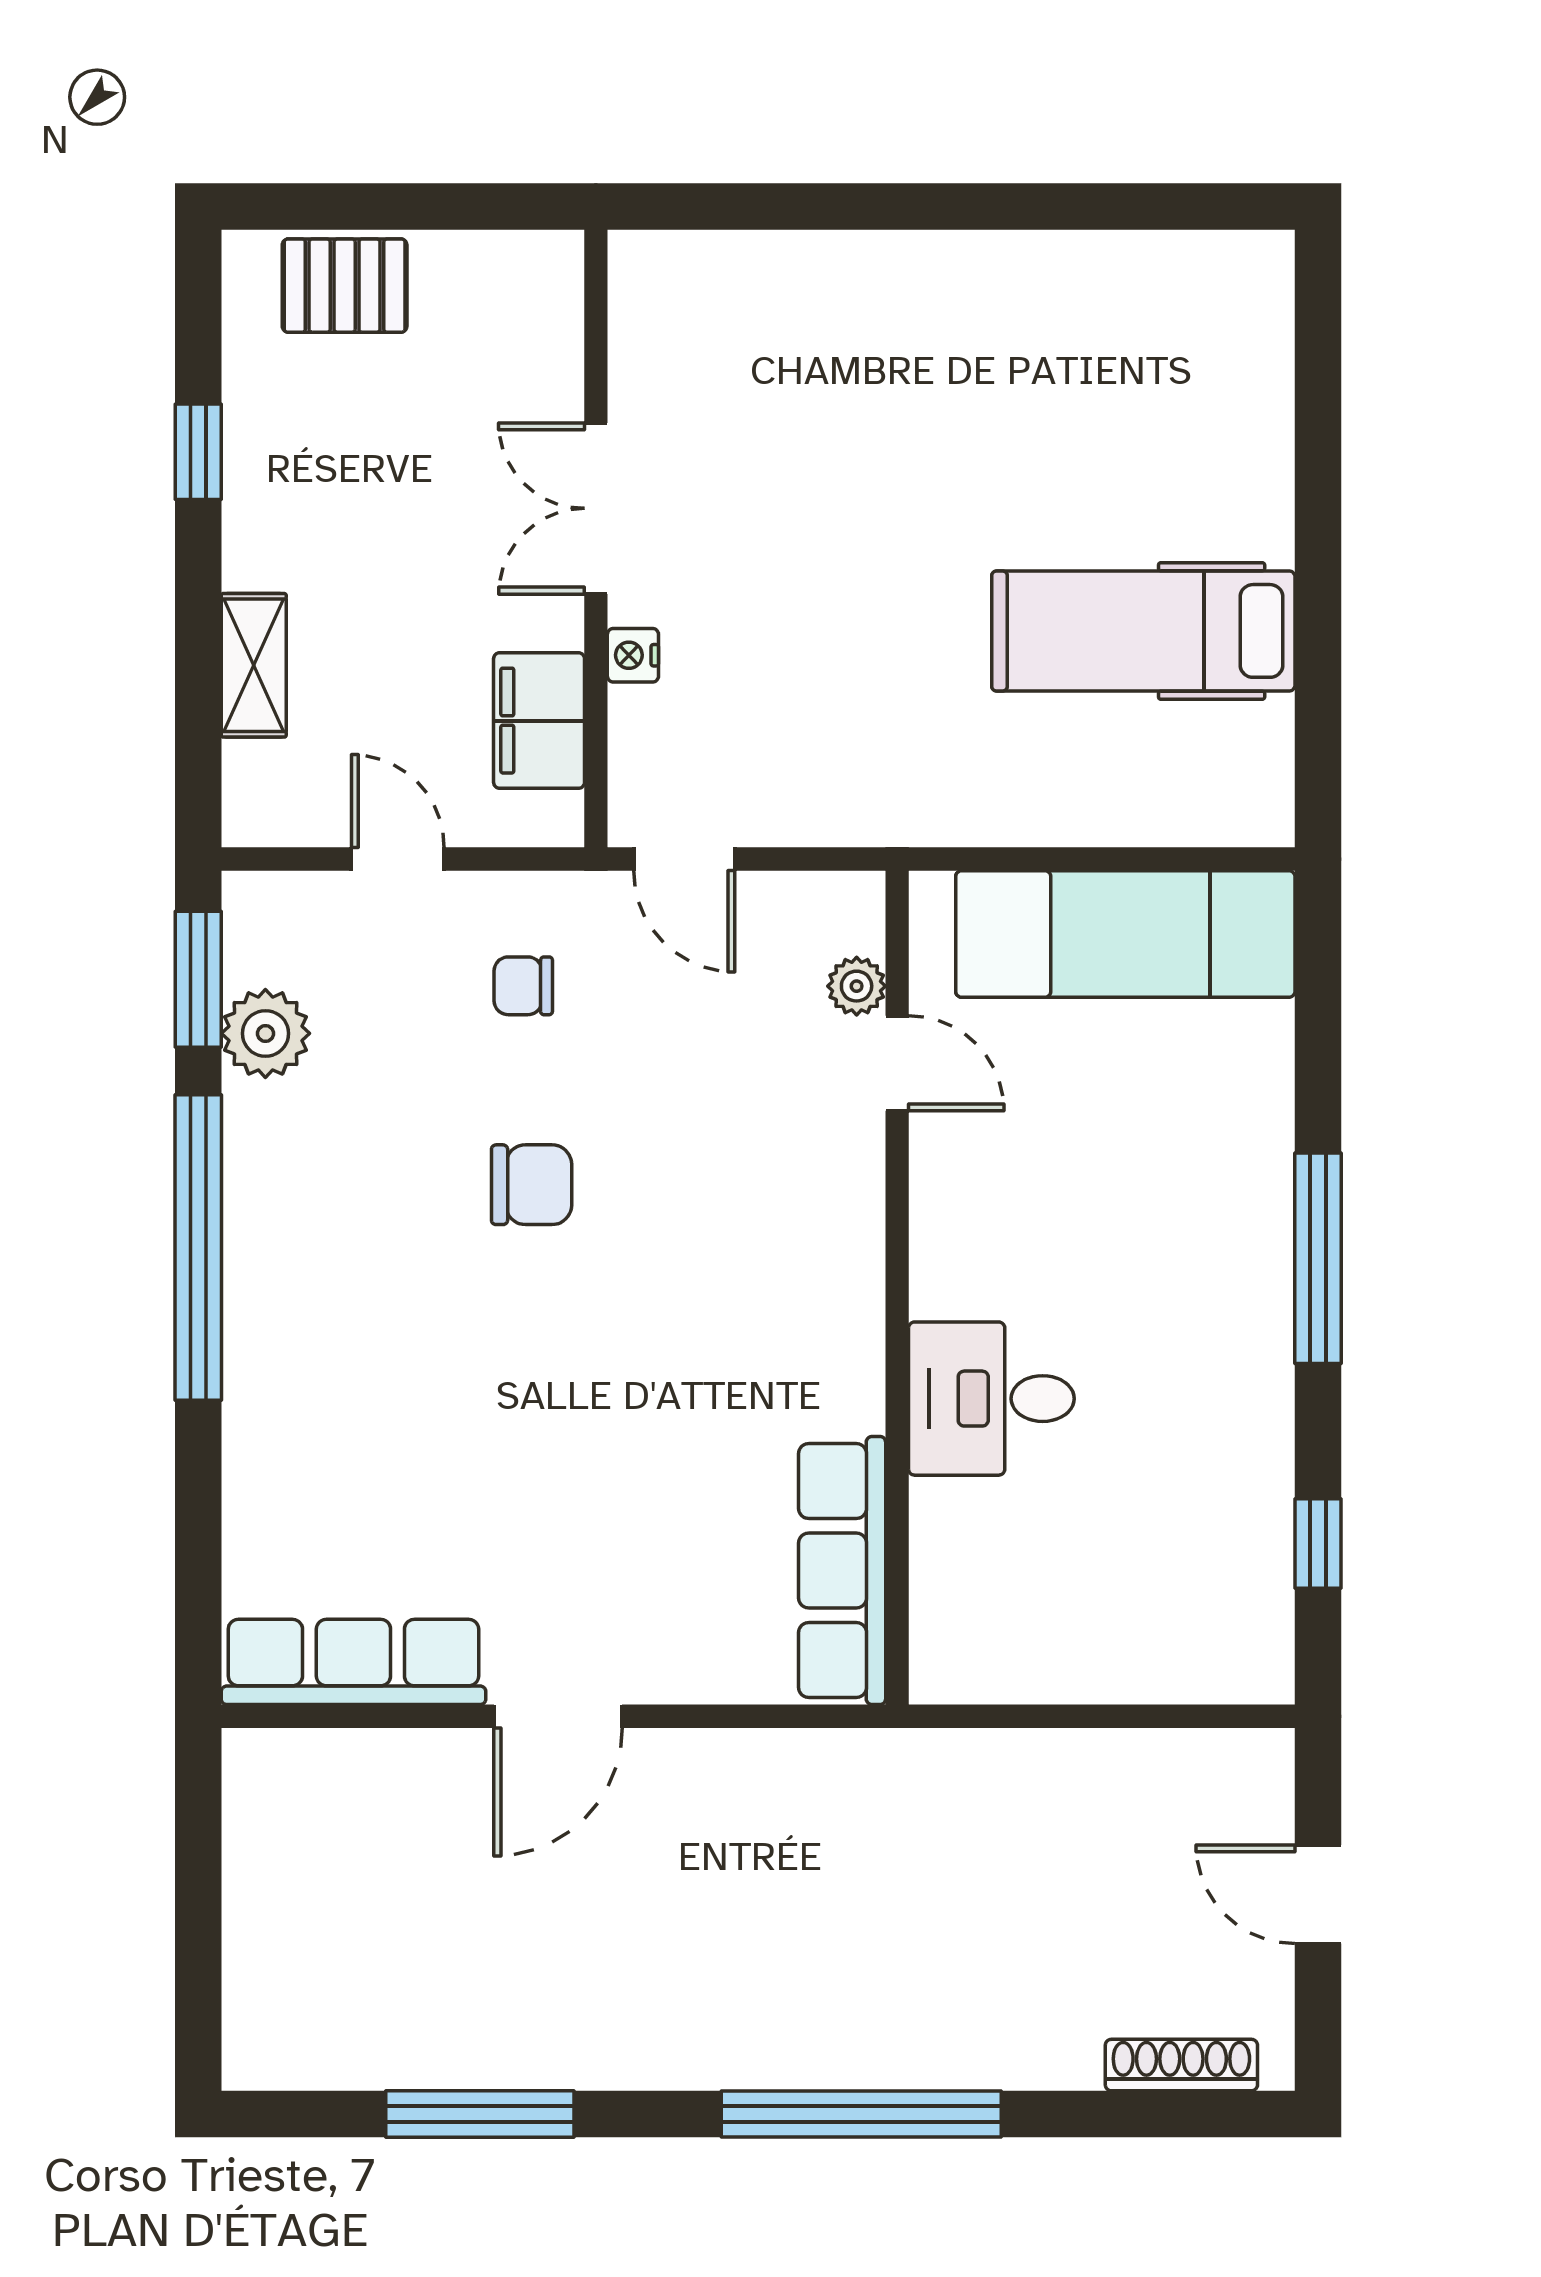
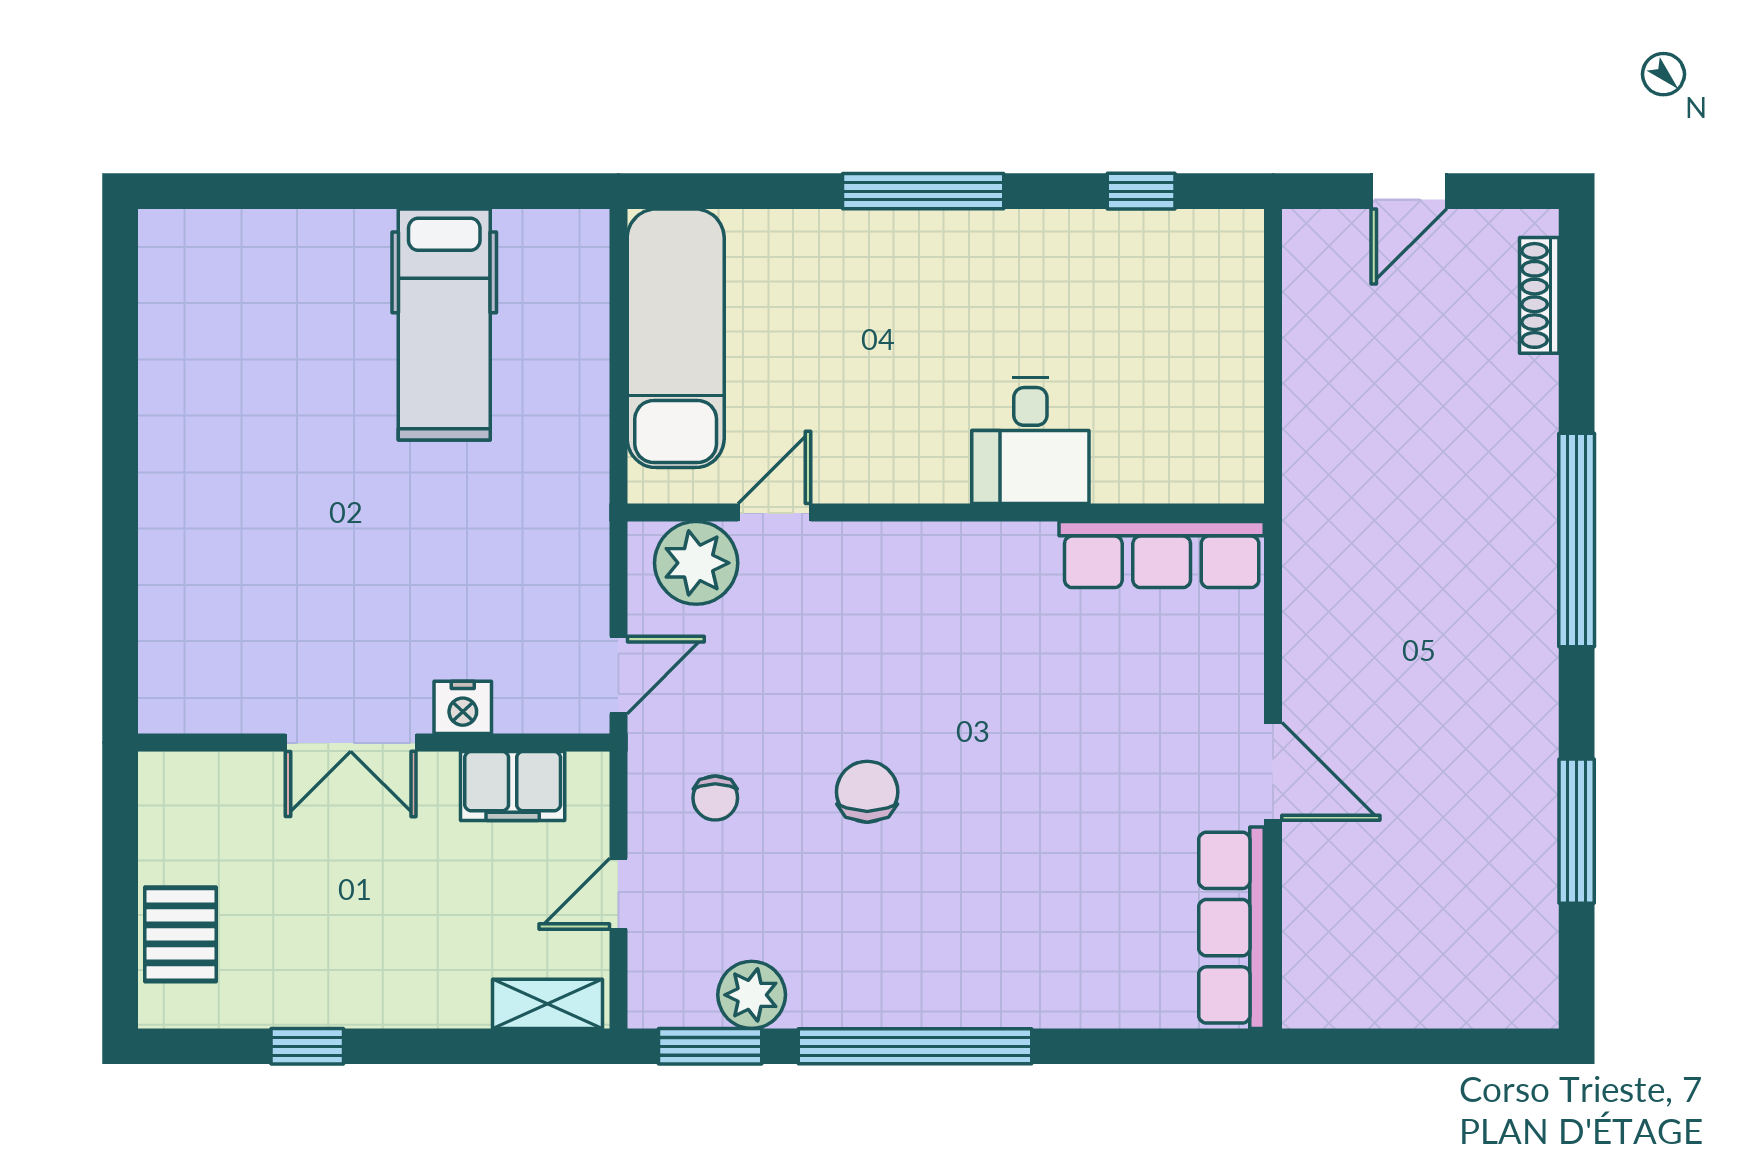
nightstand: (633, 655) -> (463, 707), width x1.39, depth x1.35
shelving: (254, 665) -> (547, 1004), moved
plant: (857, 986) -> (696, 563), width x1.88, depth x1.88

